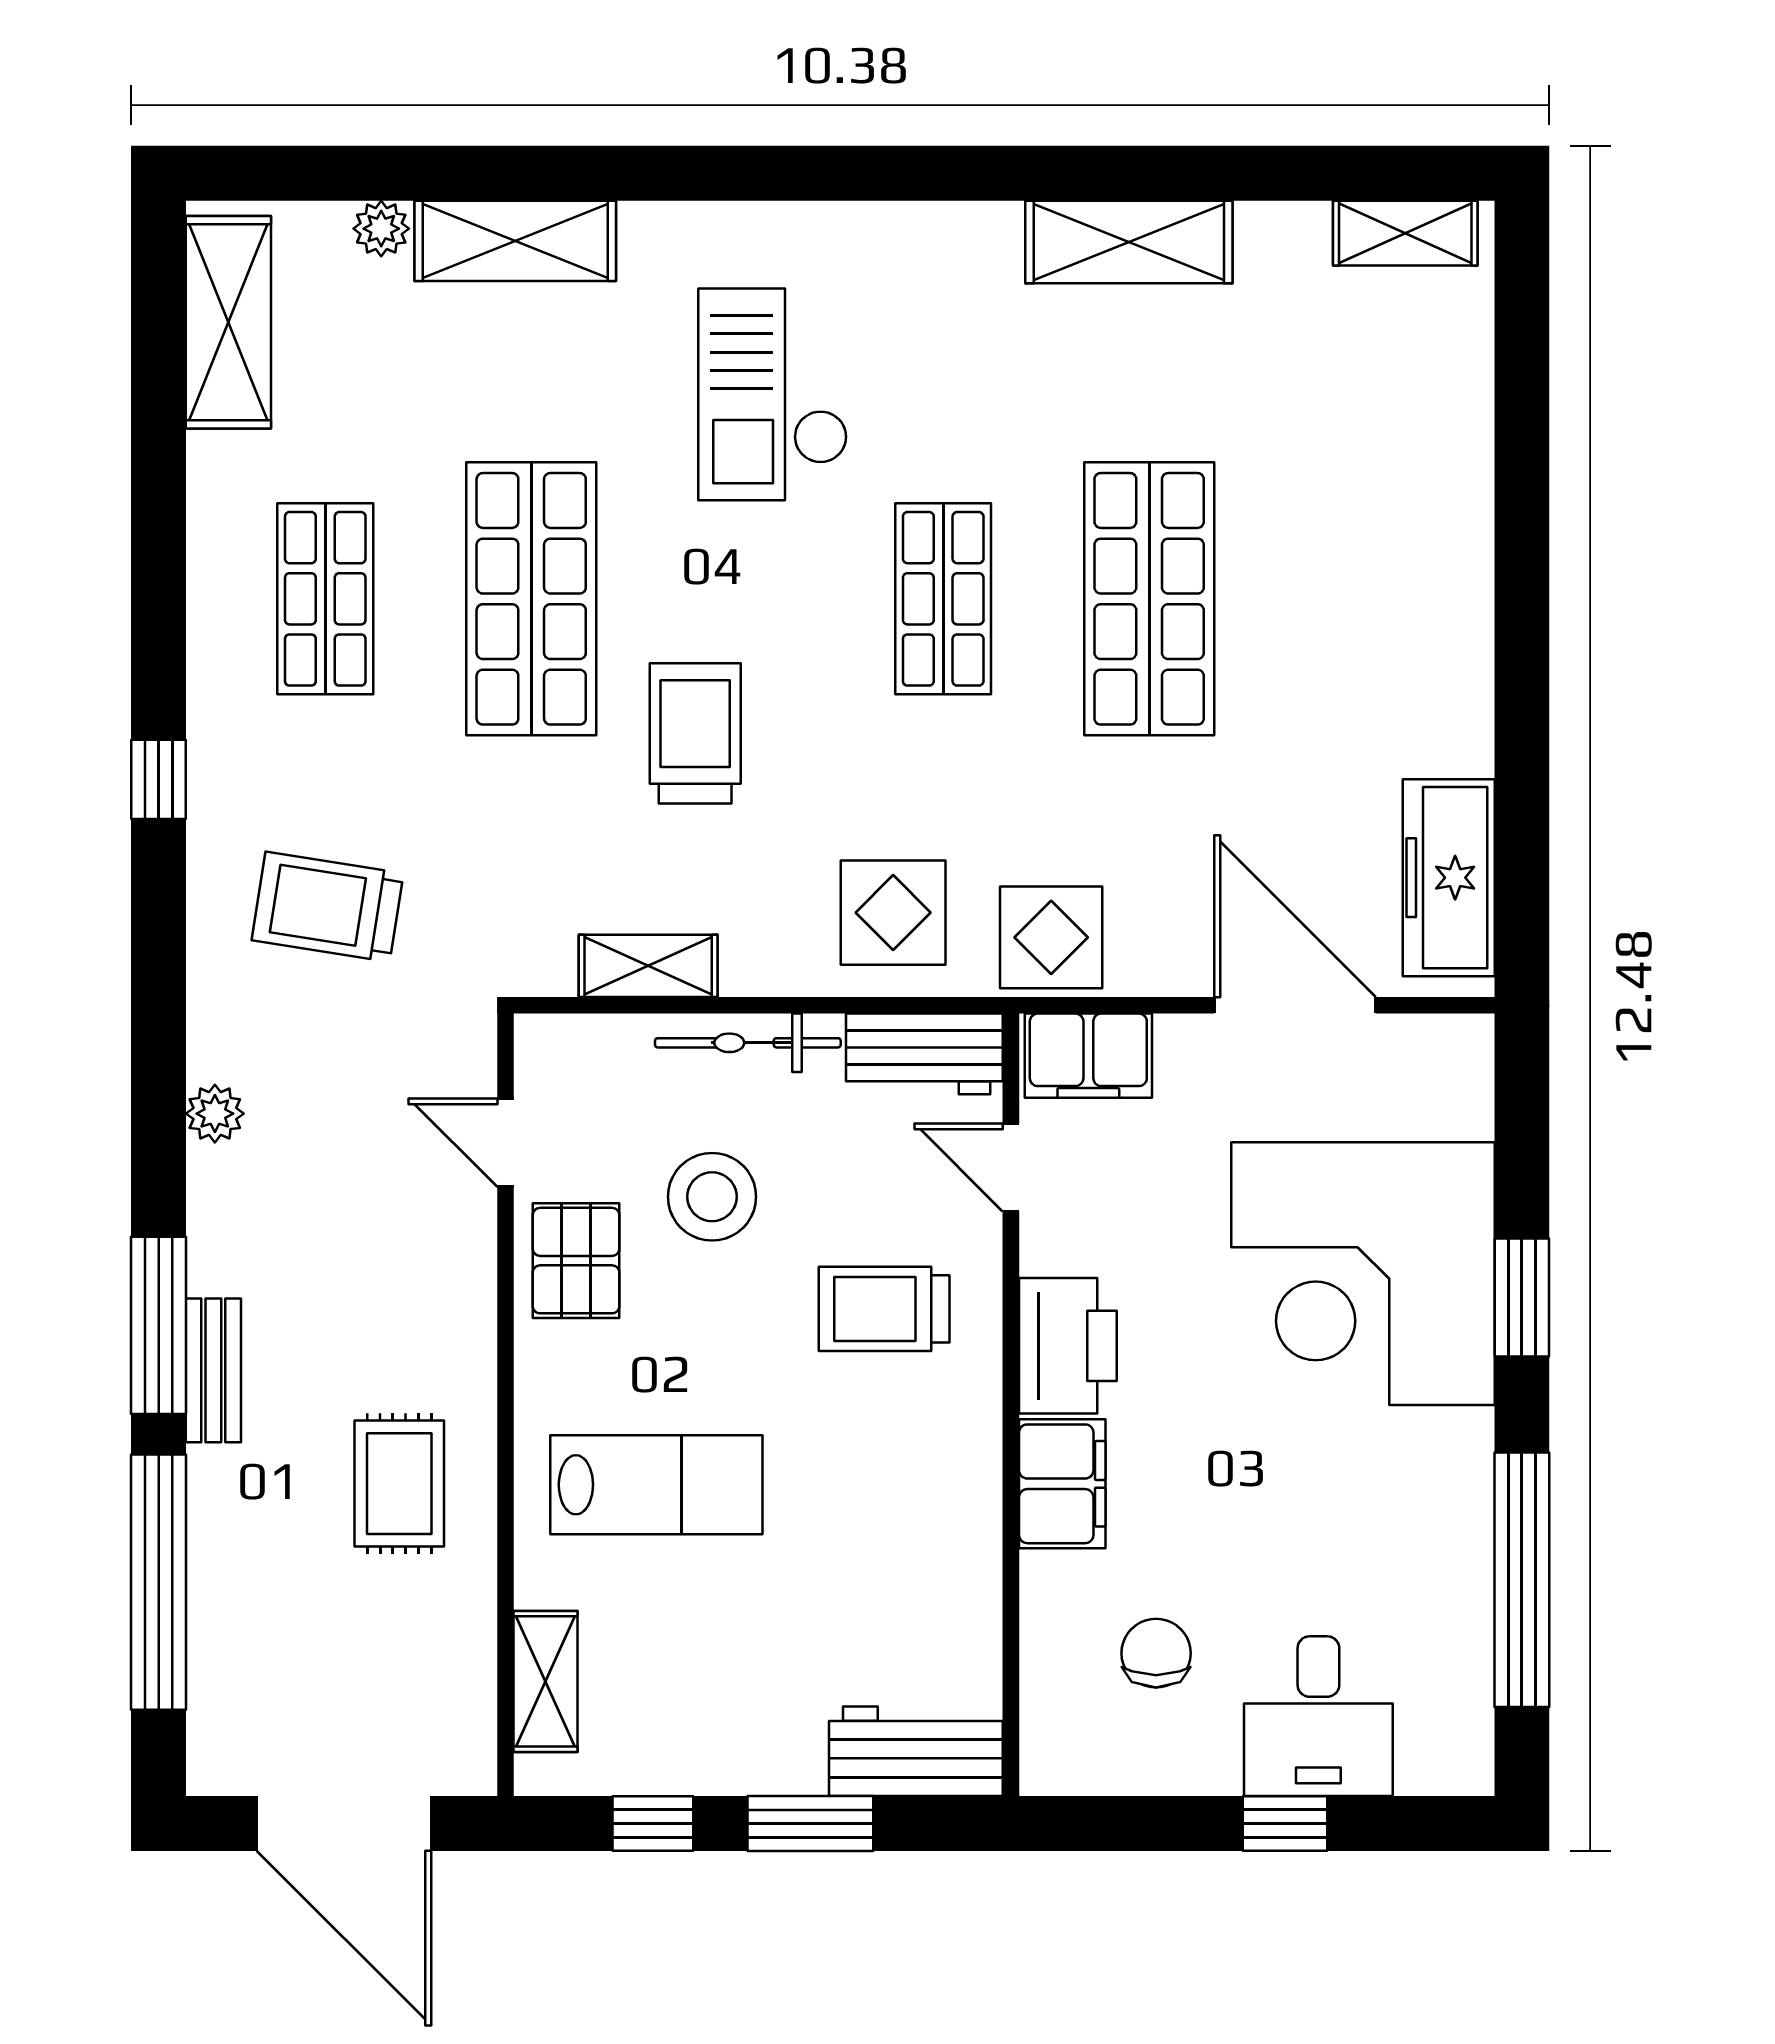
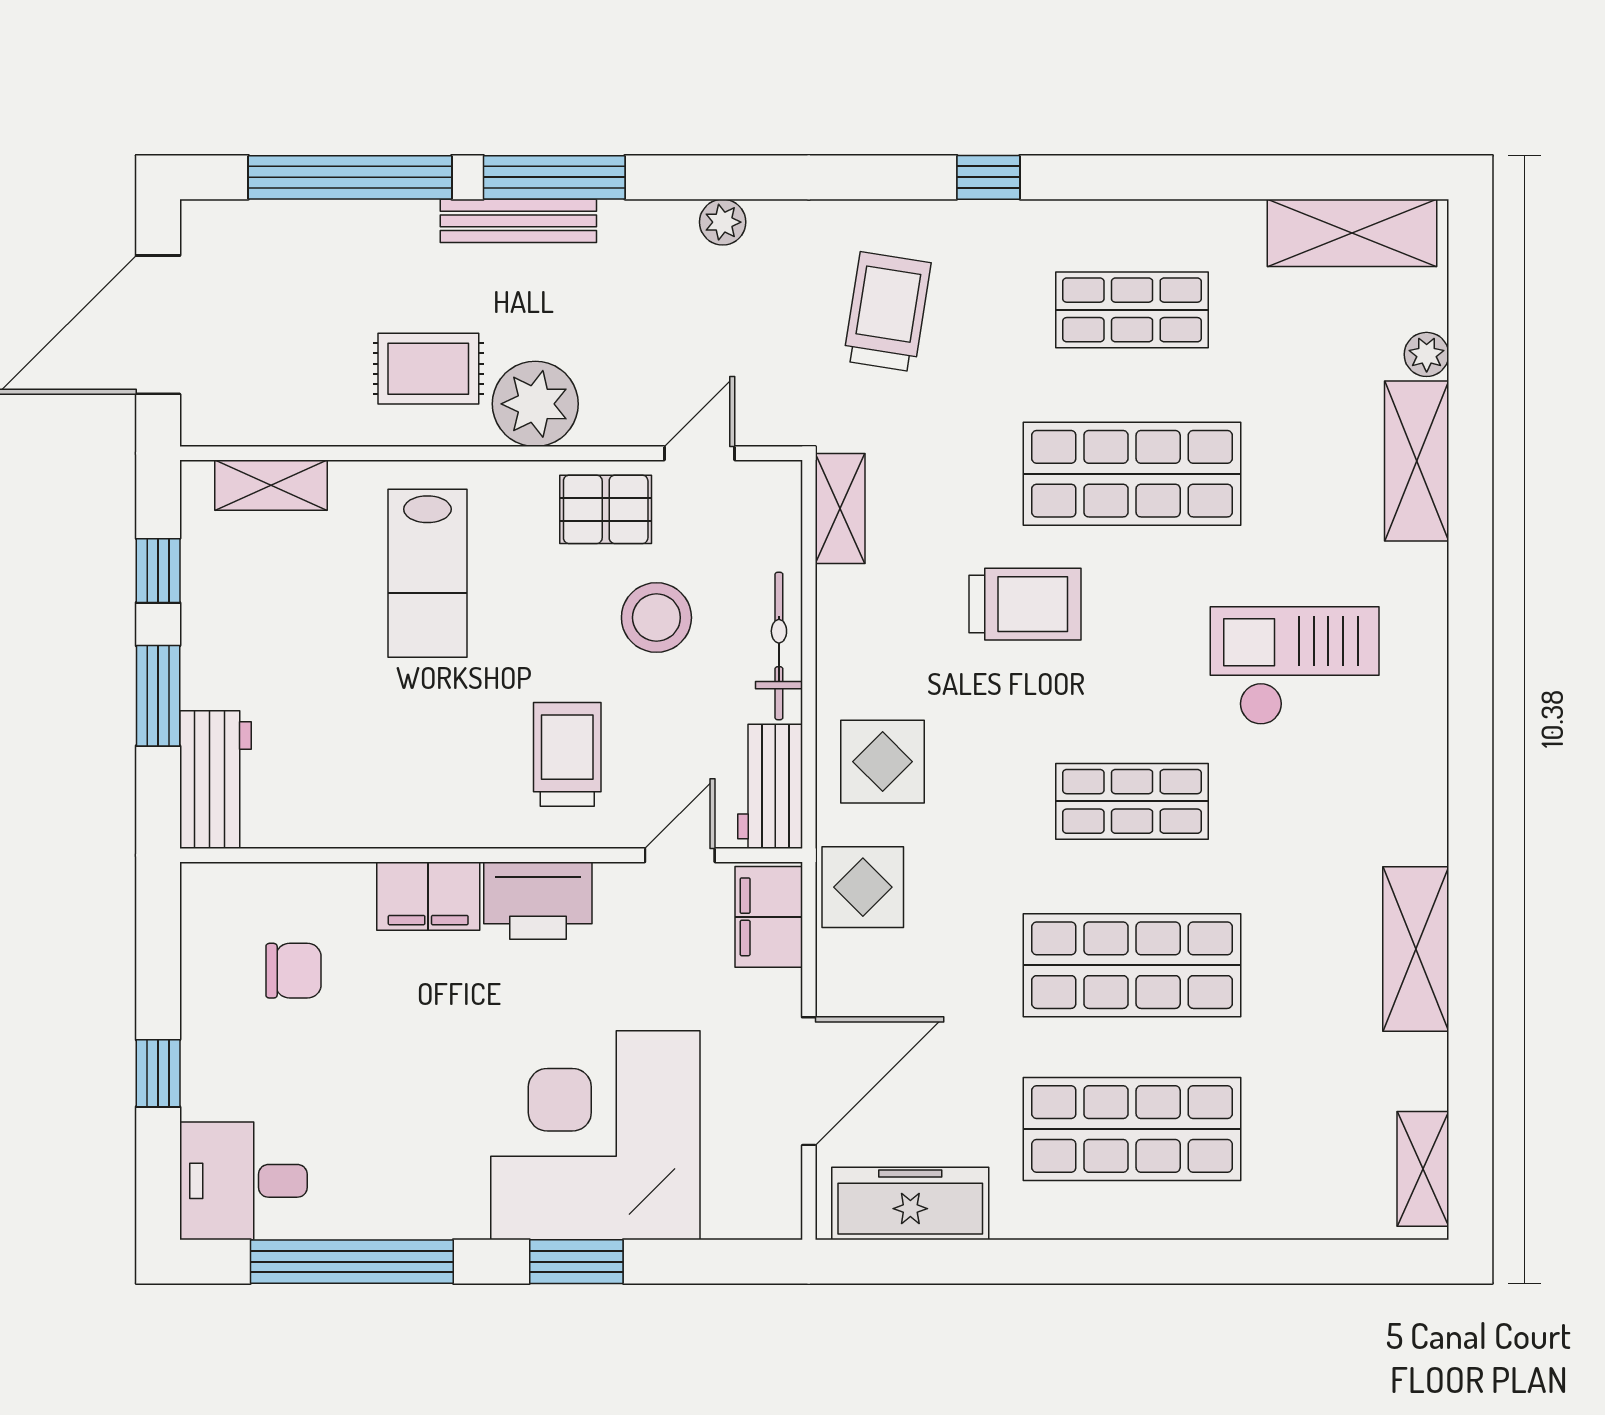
shop shelf: (1355, 599) -> (1132, 1129), added
shelving: (648, 966) -> (840, 509), moved
plant: (443, 1349) -> (535, 404), added
bench: (213, 1370) -> (518, 221), width x1.36
desk: (1318, 1716) -> (243, 1181), moved

